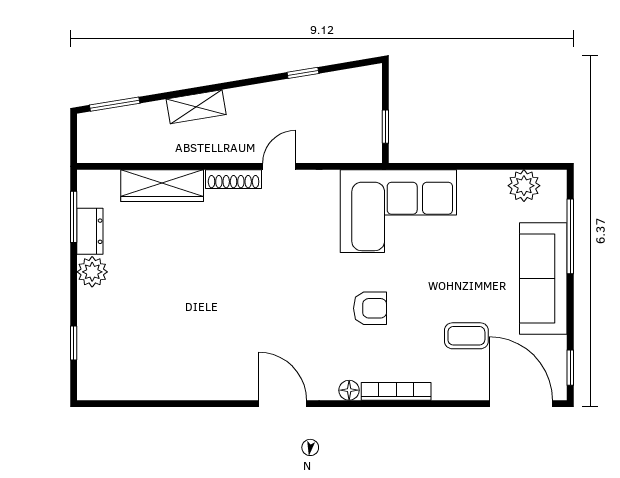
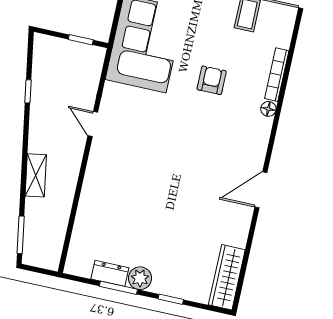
shoe rack: (234, 179) -> (95, 160), removed
wardrobe: (162, 186) -> (227, 277), moved, turned 180
window: (74, 217) -> (118, 288), moved
window: (74, 343) -> (171, 299), moved
door: (283, 404) -> (261, 190), moved

